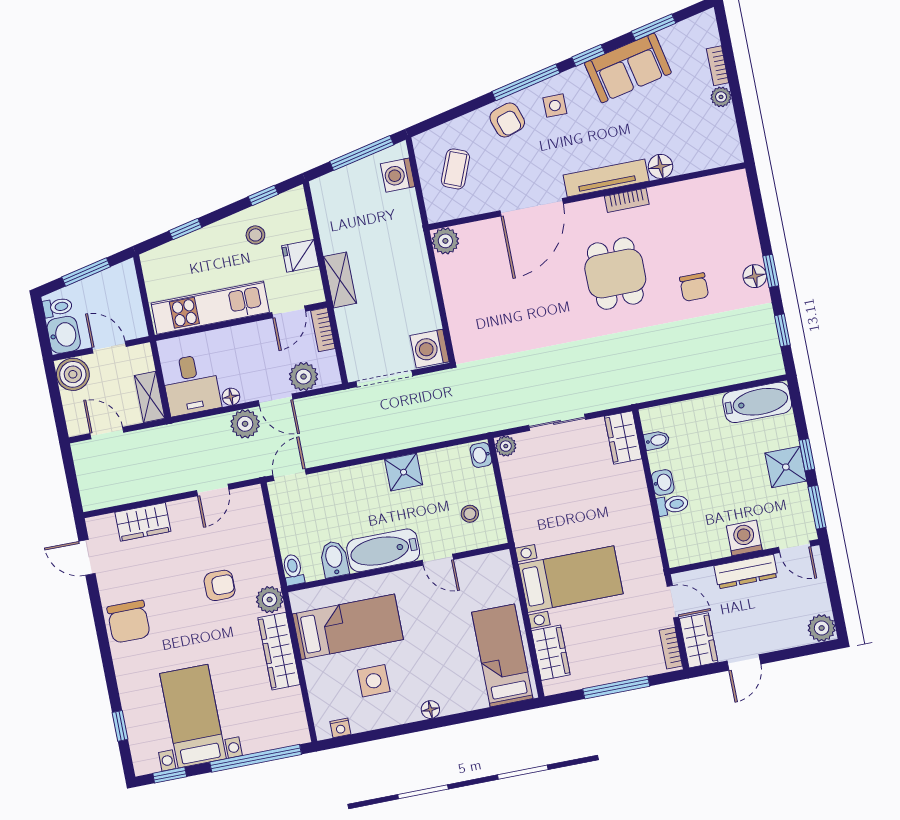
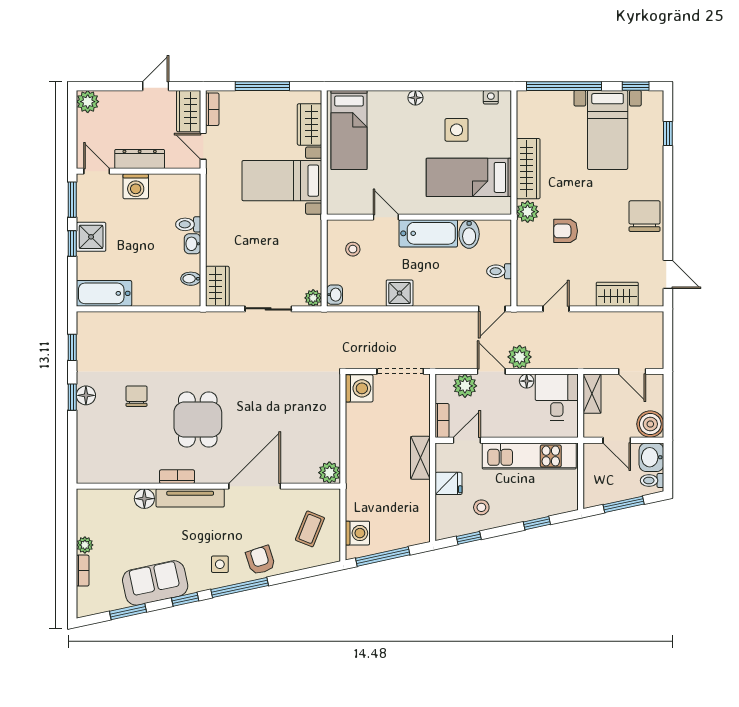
toilet: (293, 570) -> (499, 271), moved, turned 90

